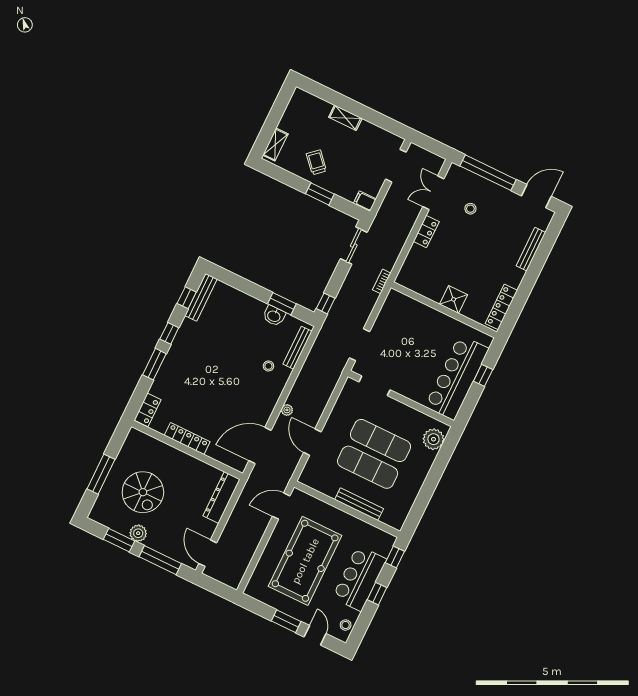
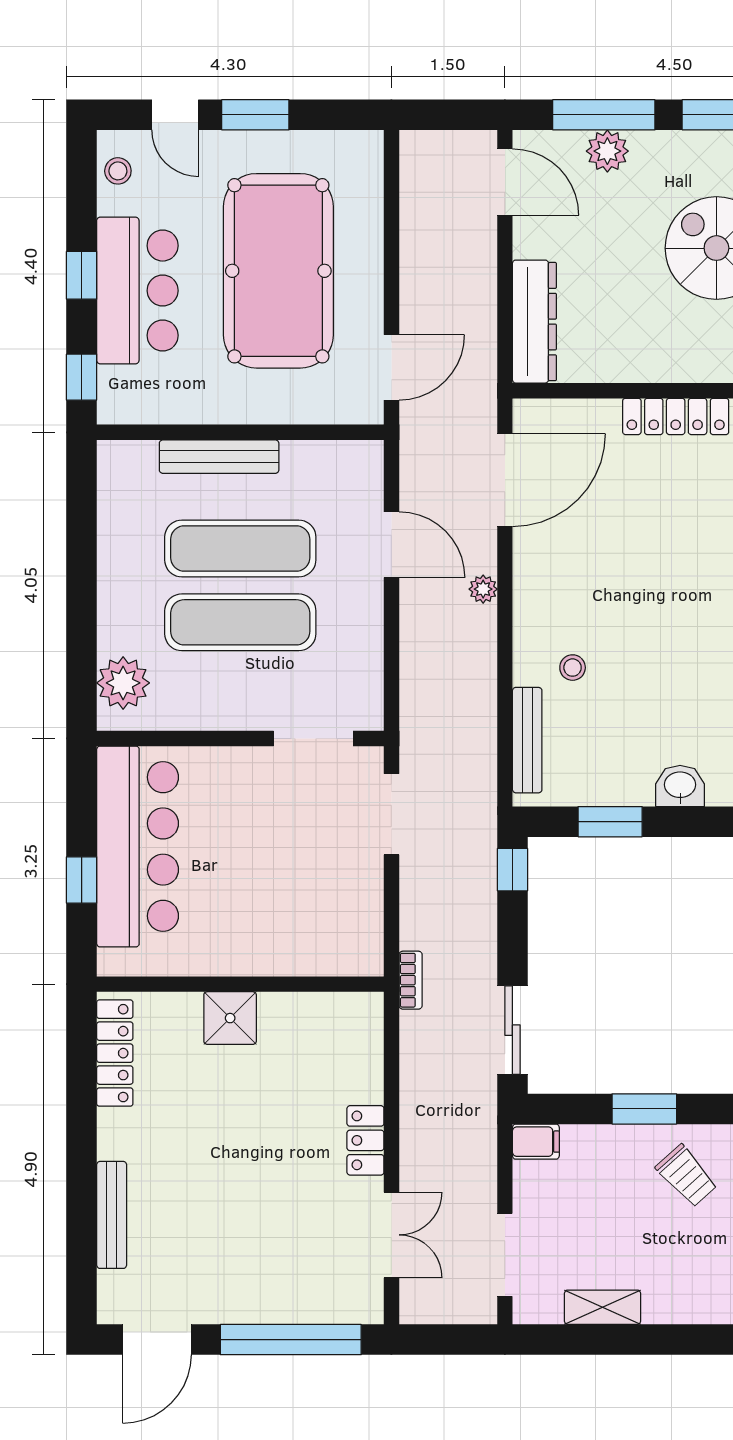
shelving: (345, 118) -> (603, 1307), moved
stool: (470, 209) -> (291, 1240), removed
washbasin: (274, 316) -> (680, 786), moved
plant: (138, 533) -> (607, 151), moved

